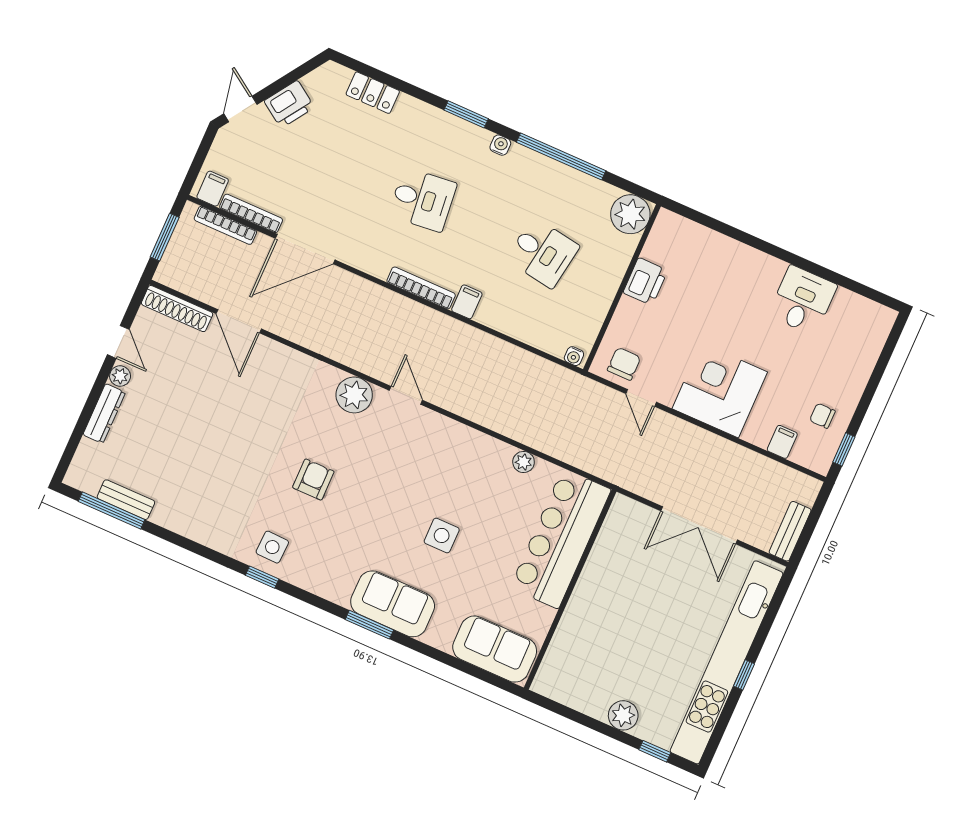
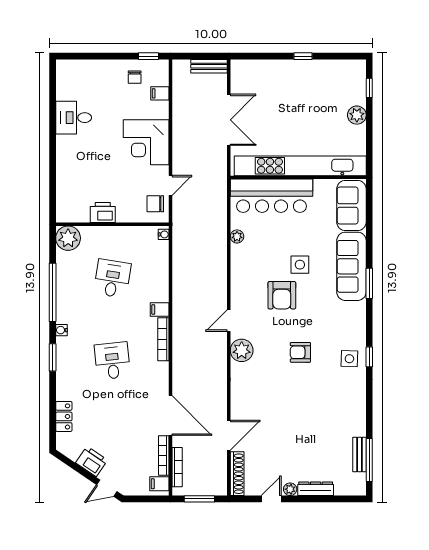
armchair: (409, 489) -> (282, 295), added
sofa: (393, 604) -> (351, 266), width x1.36
kitchen unit: (727, 662) -> (300, 166), moved, turned 180

